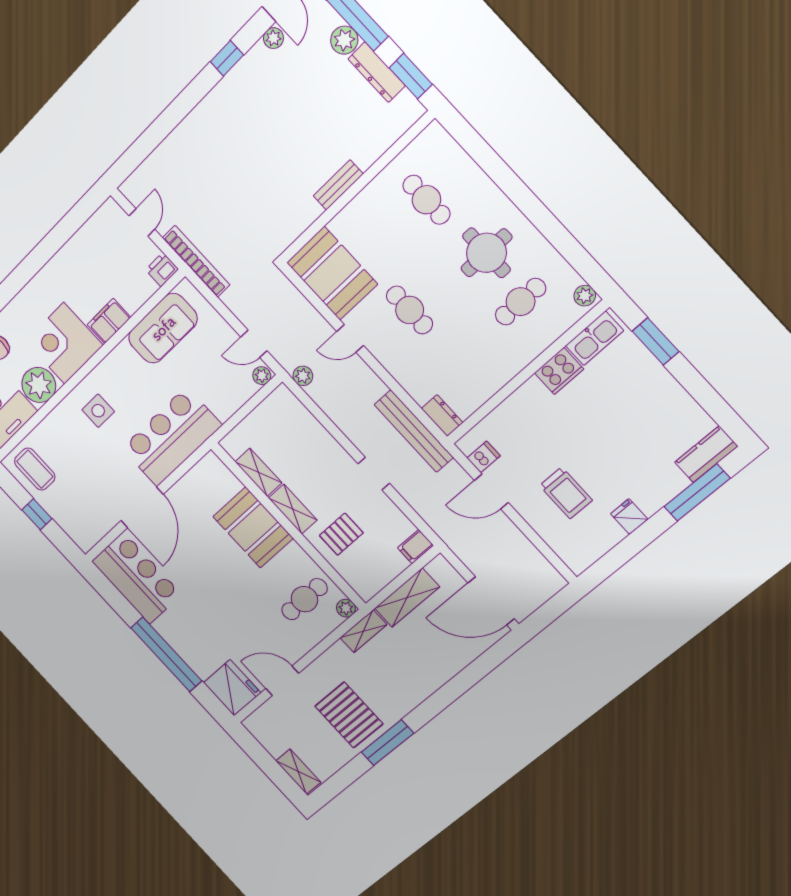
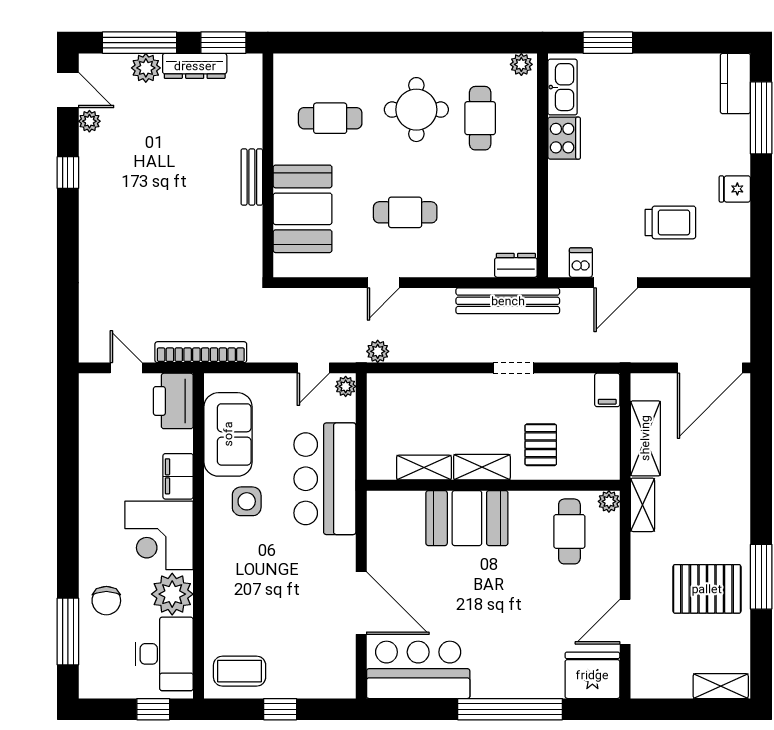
printer: (162, 269) -> (173, 401), width x1.87, depth x1.48
booth: (332, 273) -> (303, 209), moved, turned 90
side table: (98, 411) -> (247, 501), moved
bar counter: (172, 437) -> (325, 479), moved

